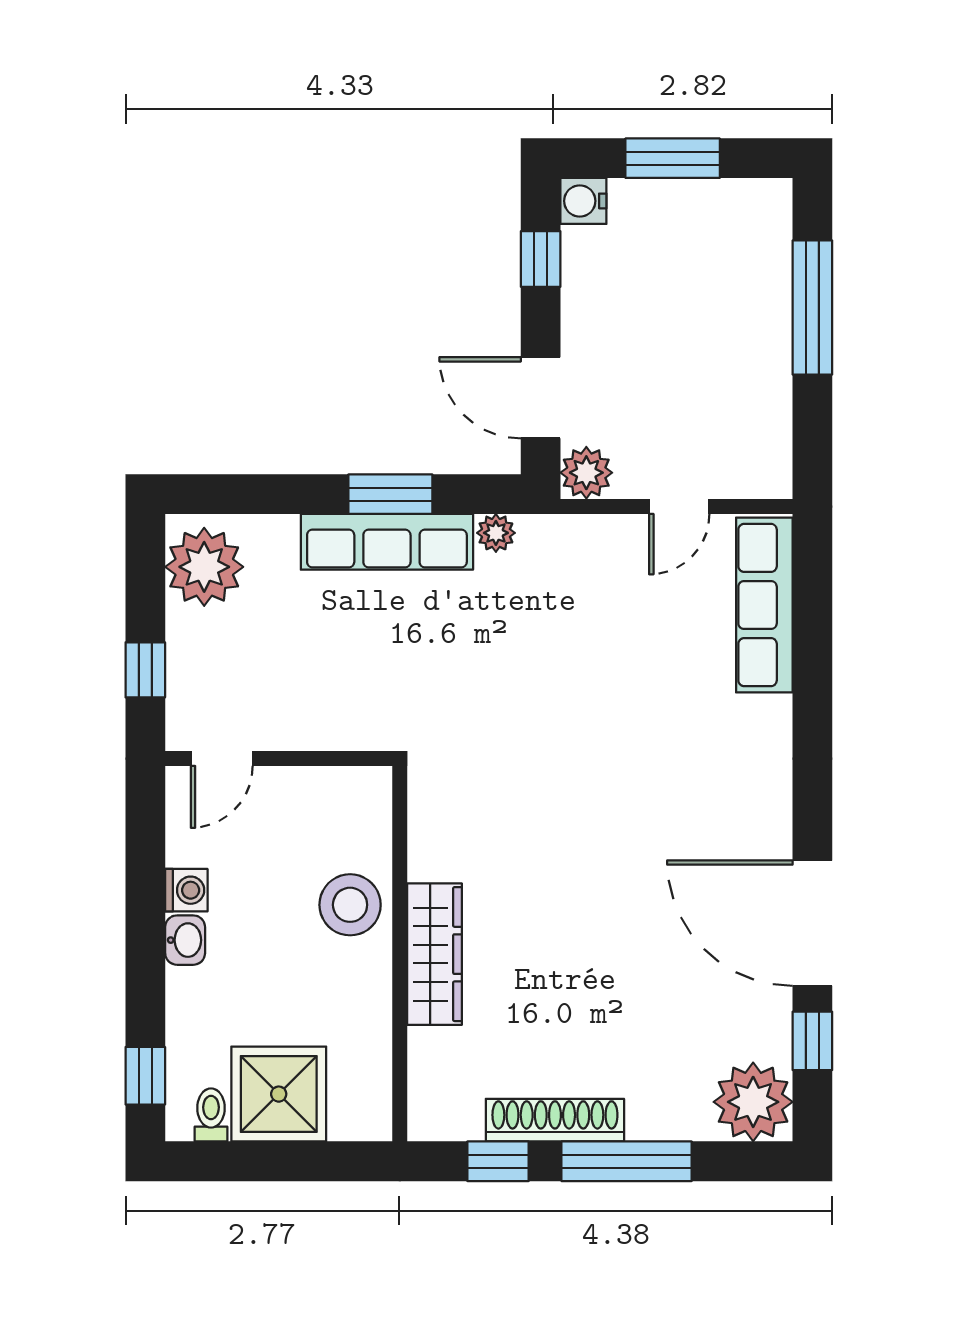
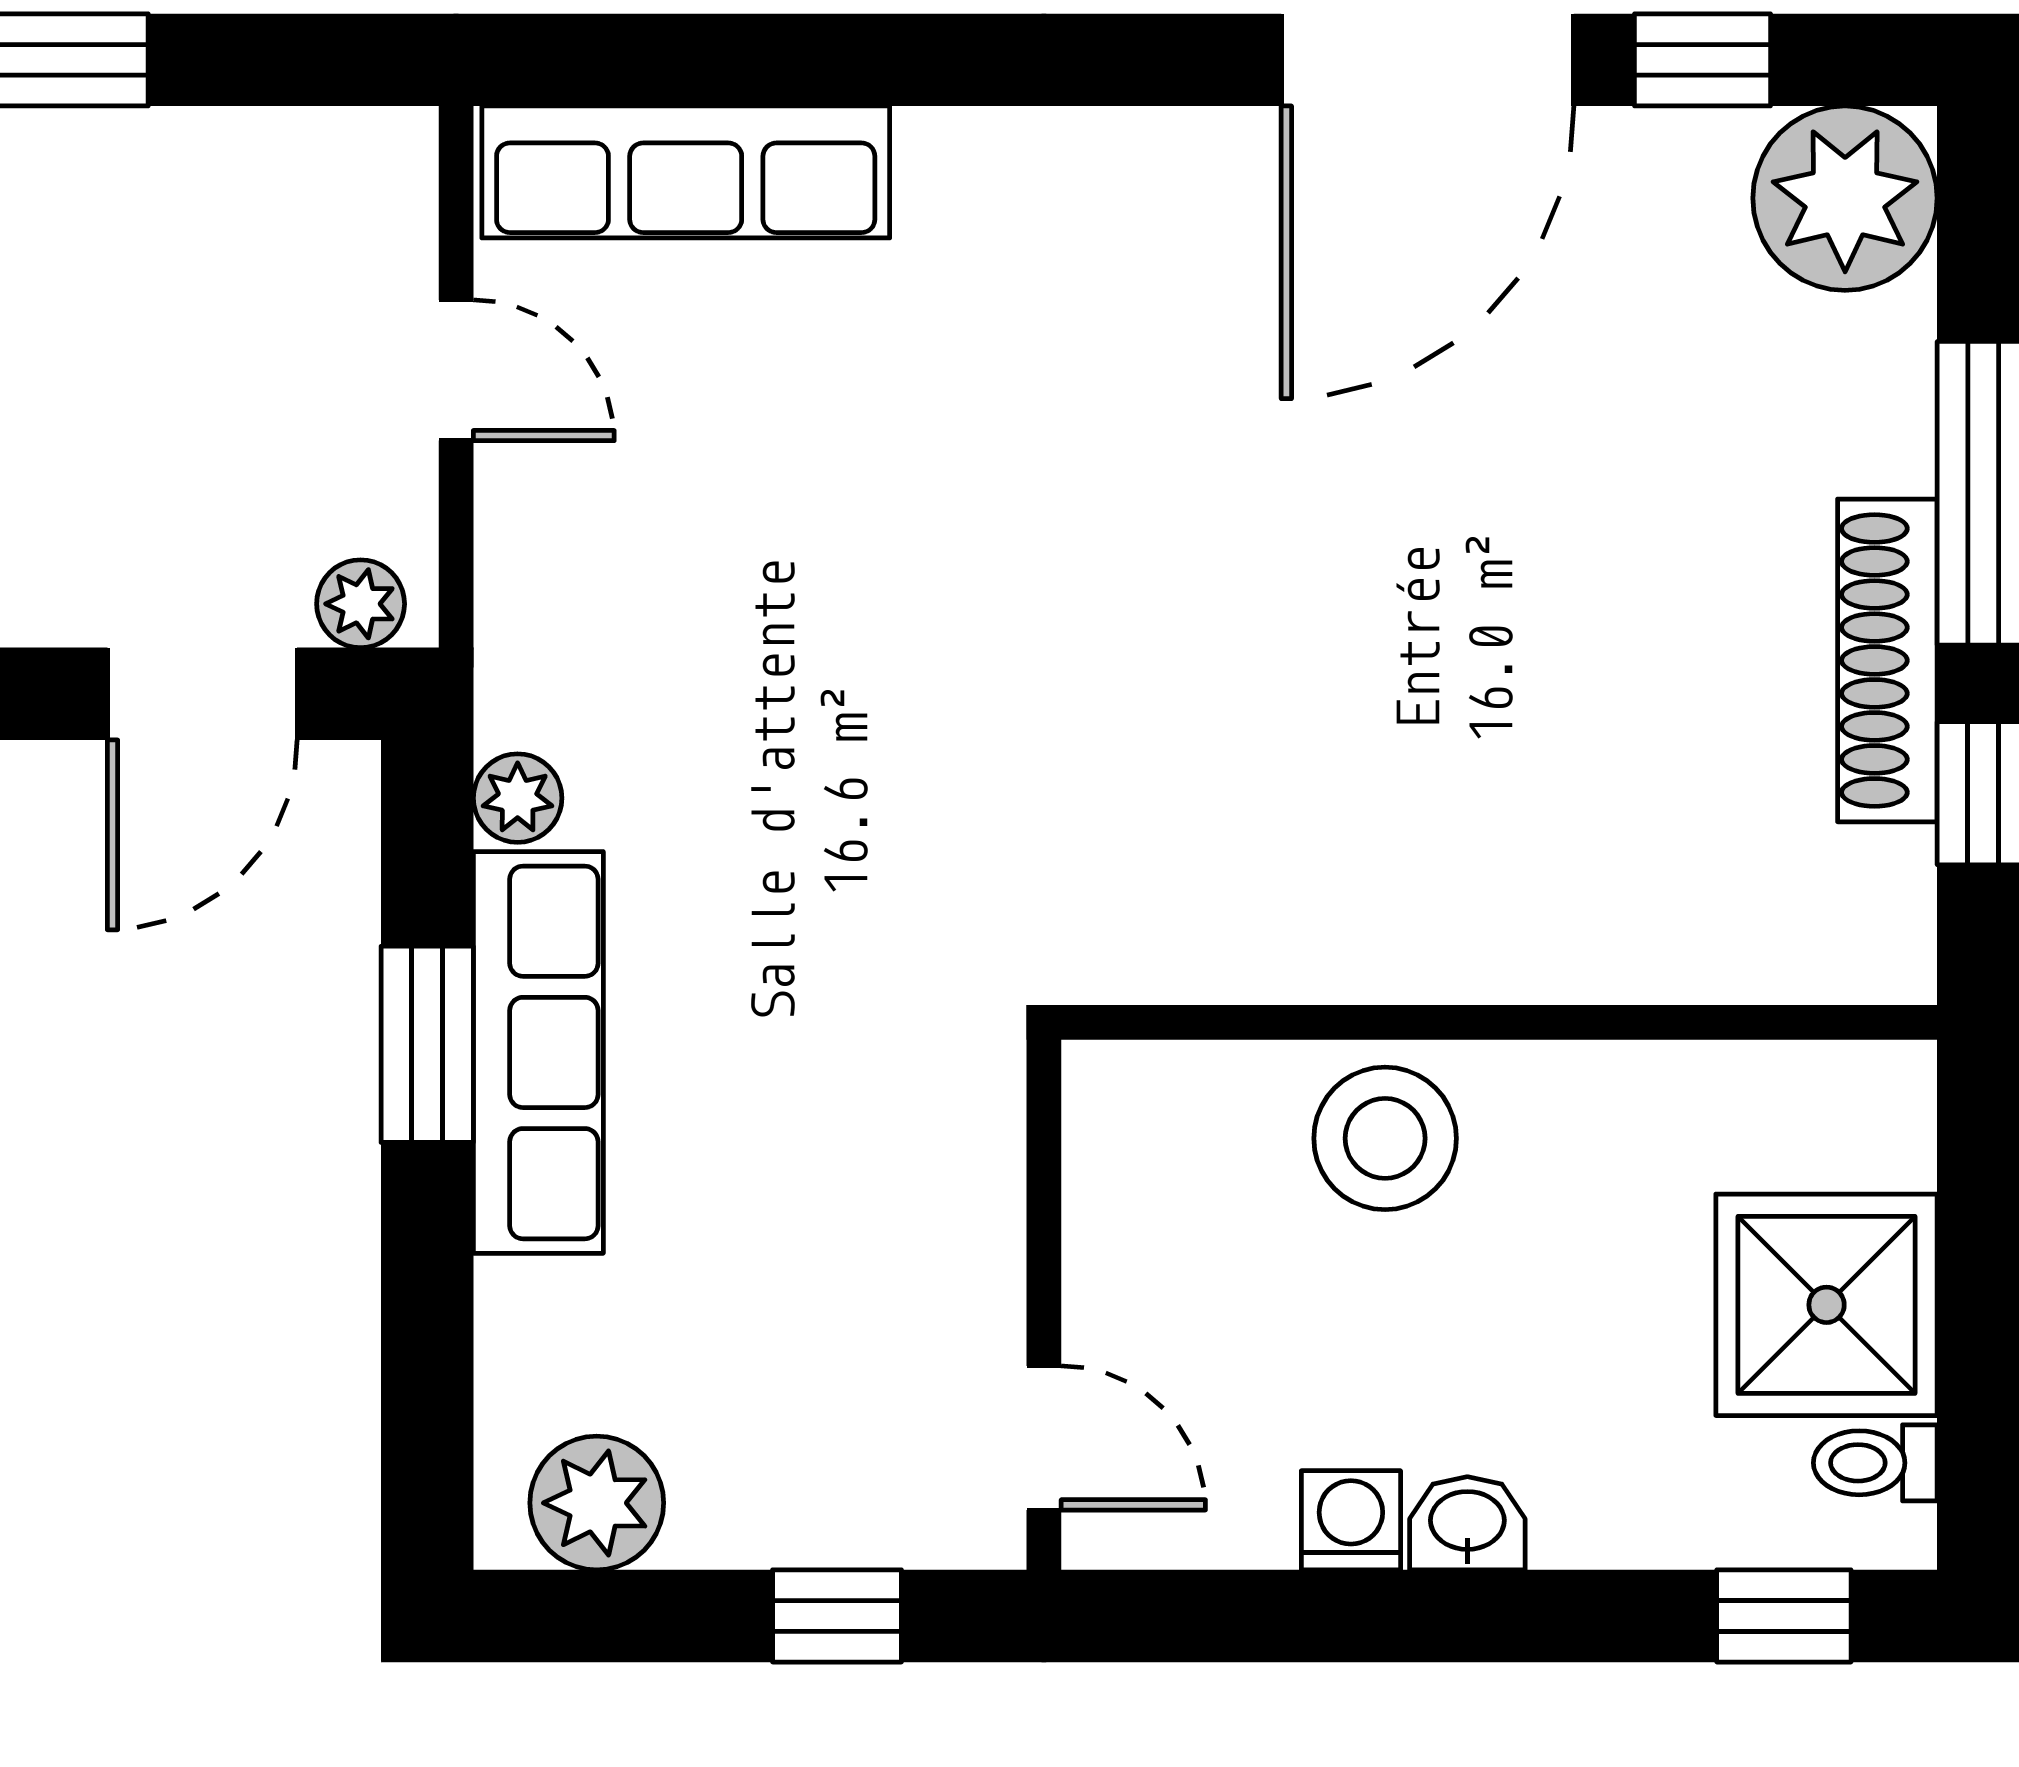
plant: (586, 473) -> (361, 604), width x0.73, depth x0.73
plant: (204, 567) -> (597, 1503), width x0.73, depth x0.73
wardrobe: (435, 954) -> (1500, 941), removed

